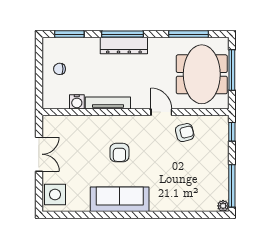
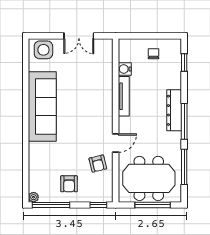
window: (69, 34) -> (184, 62), width x0.67
window: (122, 34) -> (184, 121), moved
armchair: (119, 153) -> (69, 184), moved, turned -90
sofa: (120, 199) -> (42, 107), width x1.36, depth x1.27

